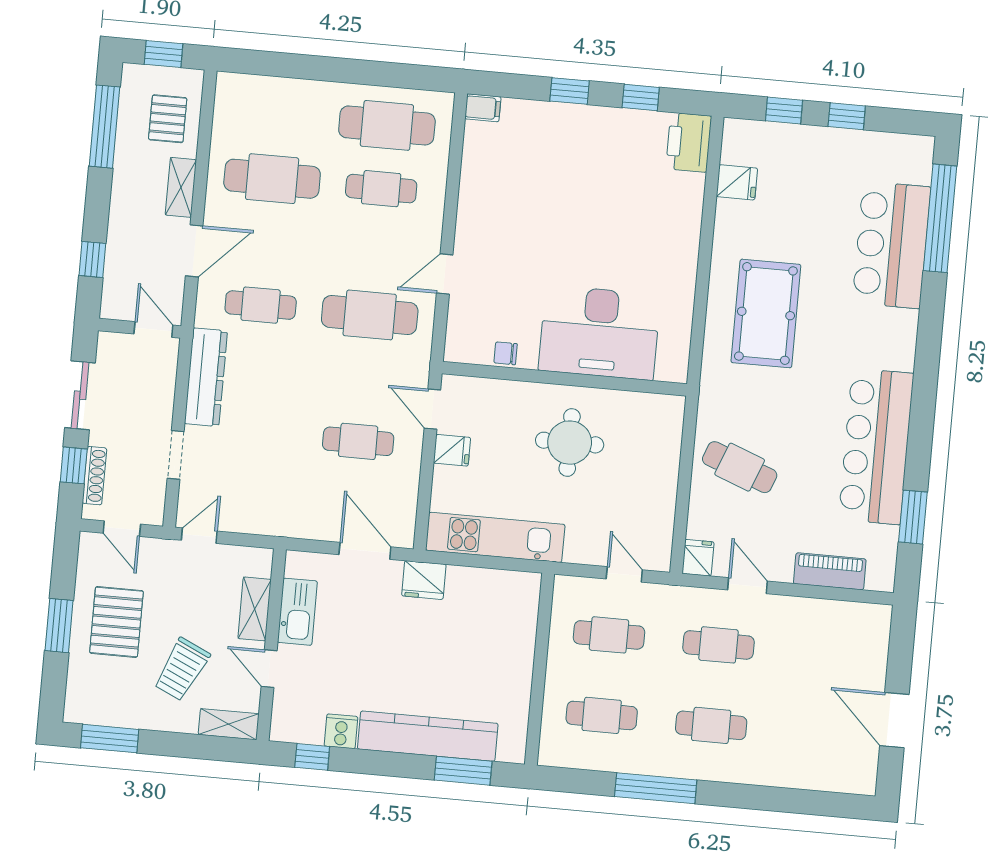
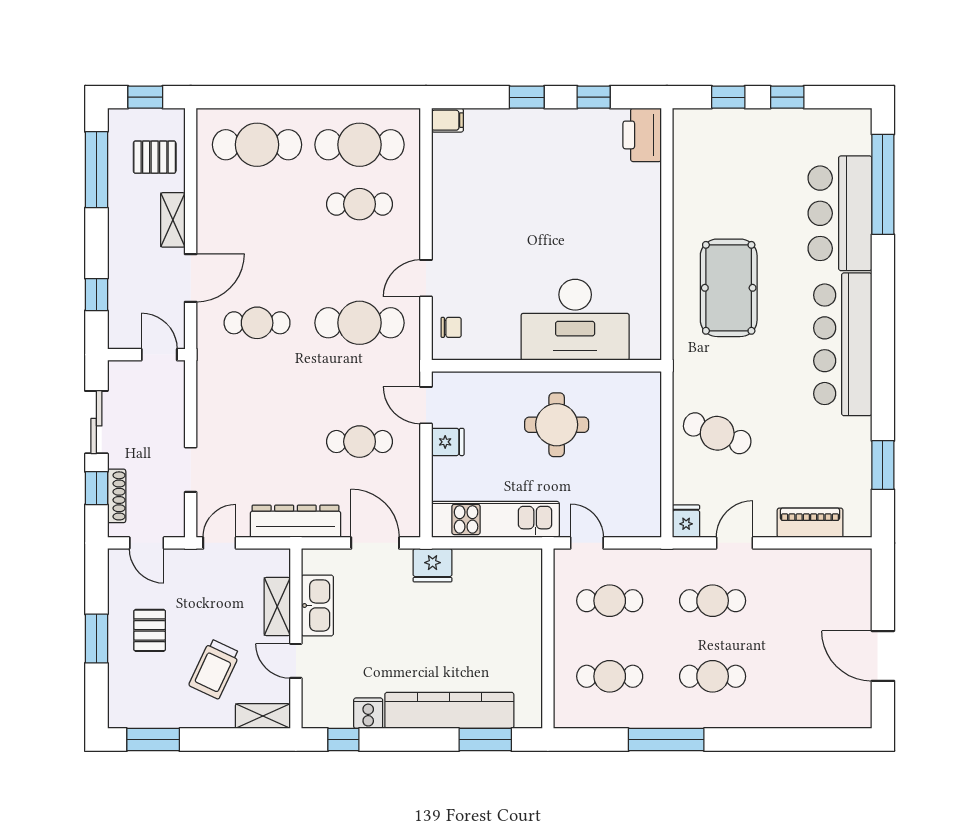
pallet: (168, 119) -> (155, 157), turned 90
cafe table: (272, 179) -> (257, 145), moved
fridge: (737, 182) -> (690, 168), removed
chair: (506, 353) -> (451, 327), moved, turned 180
dresser: (206, 377) -> (295, 521), moved, turned -90
bar counter: (876, 446) -> (843, 344), moved
door: (624, 574) -> (587, 543), moved
door: (747, 586) -> (735, 543), hinge flipped
pallet: (116, 622) -> (150, 630), width x0.67, depth x0.71

